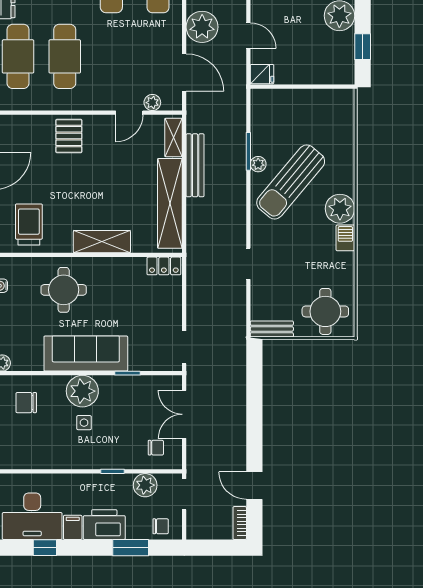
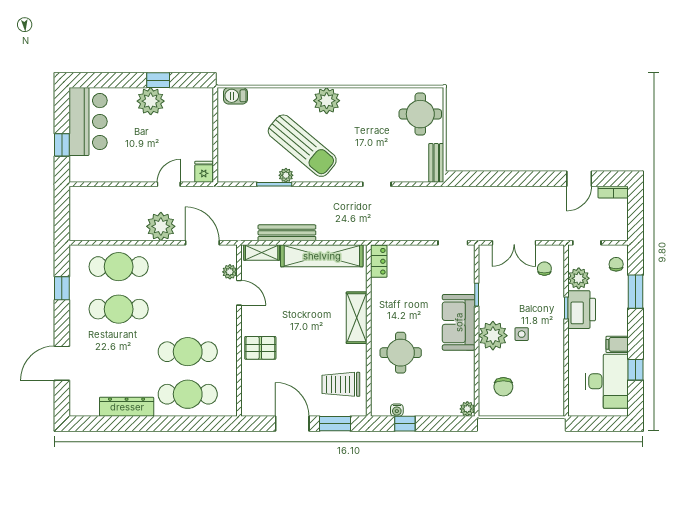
window: (363, 47) -> (158, 80), moved
door: (184, 72) -> (202, 243), hinge flipped
barbecue: (345, 238) -> (235, 96), moved
sofa: (86, 353) -> (459, 322), width x0.73
printer: (104, 525) -> (582, 310), moved, turned 180

